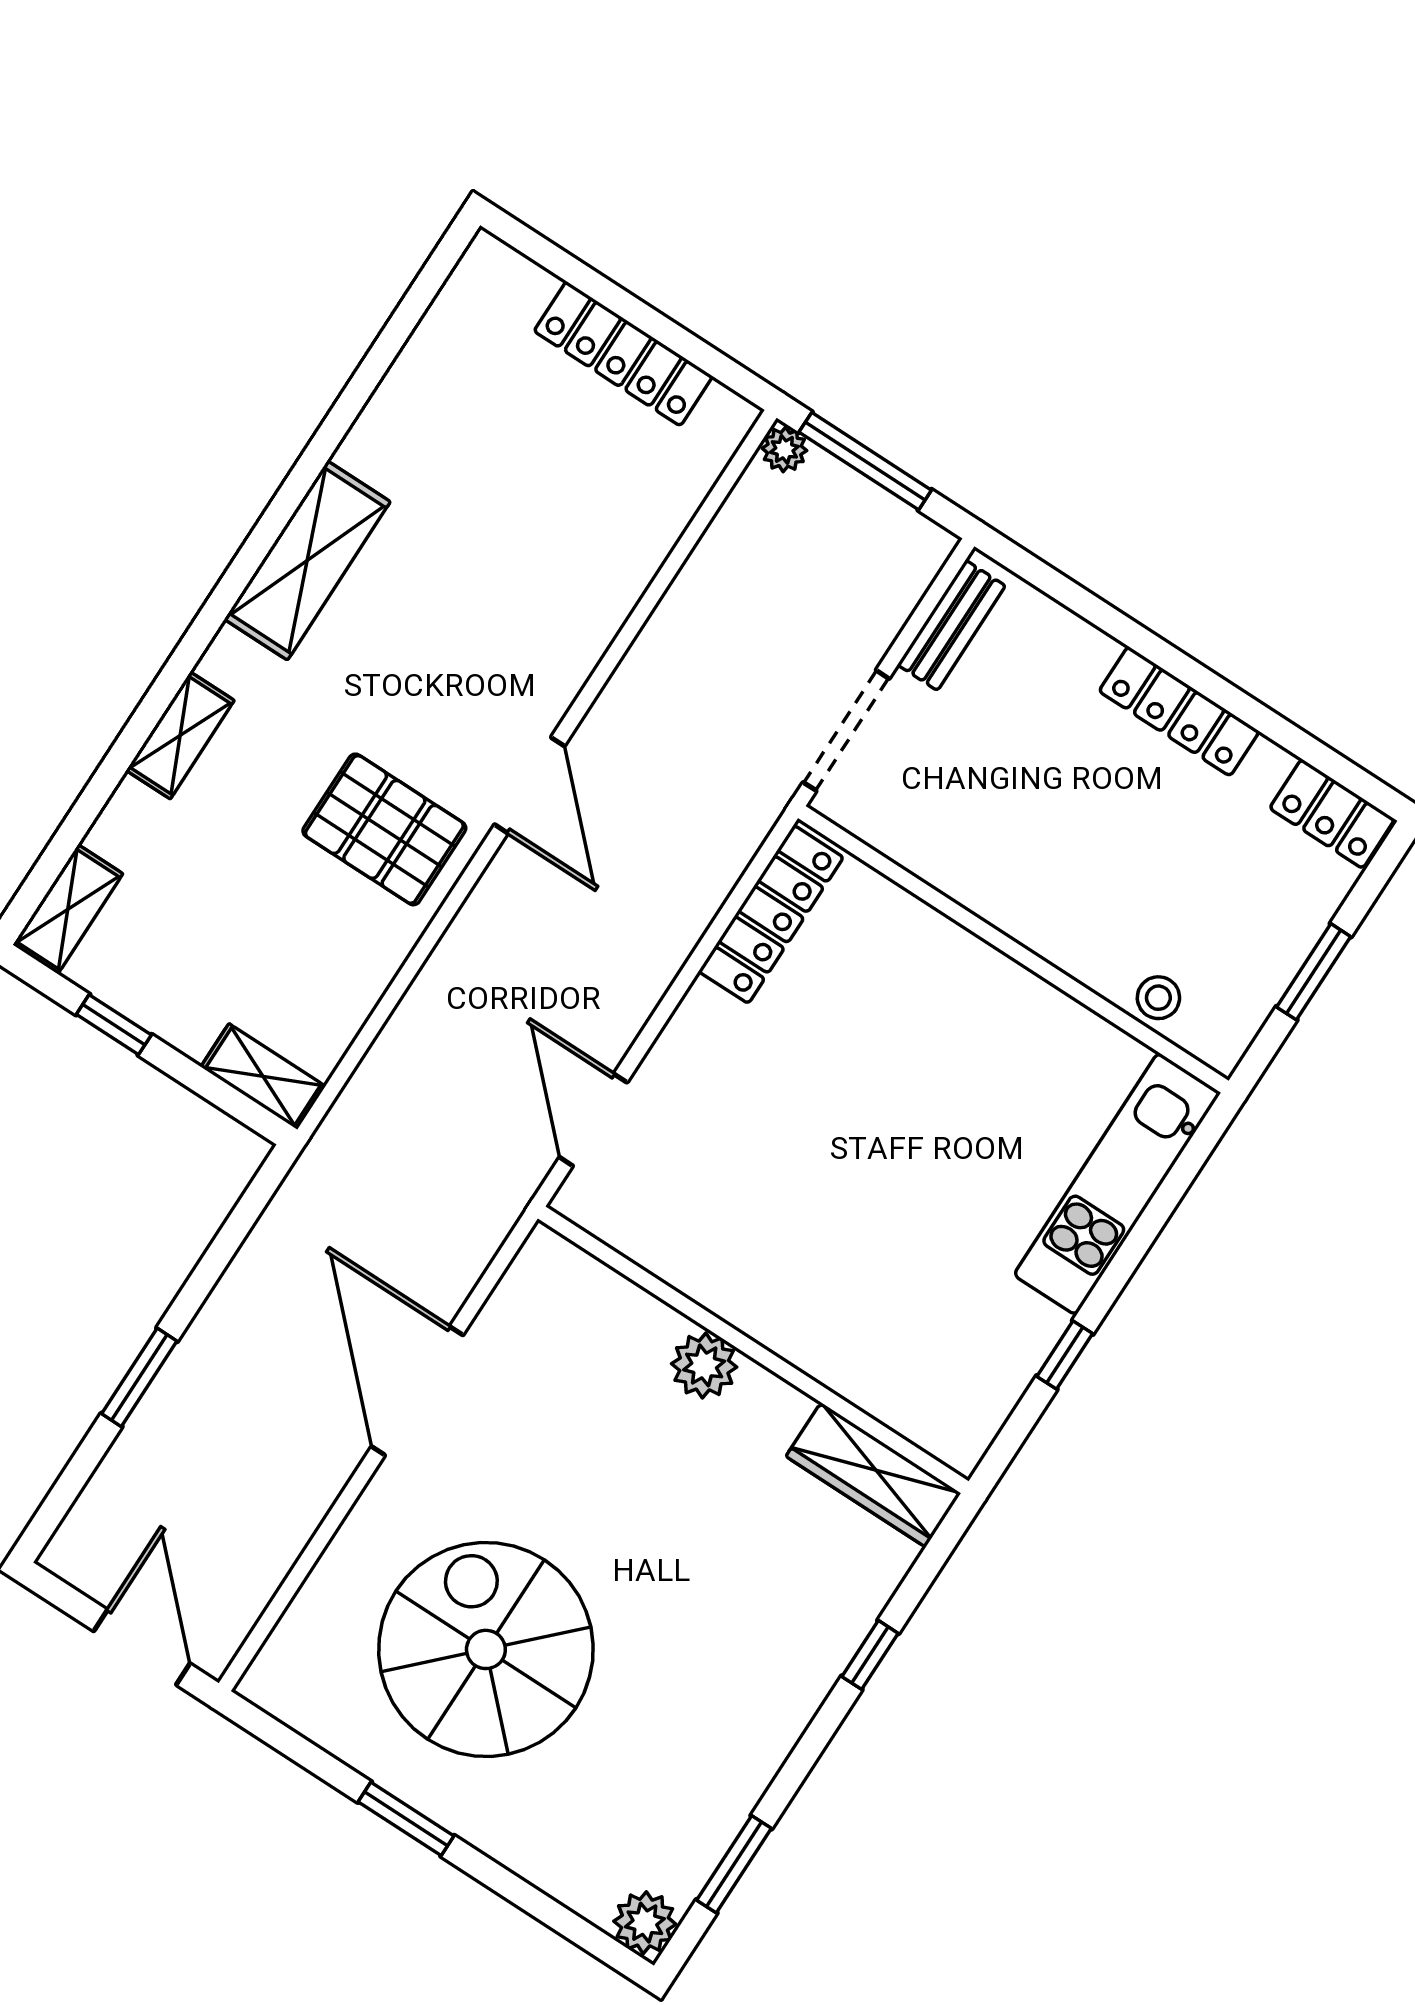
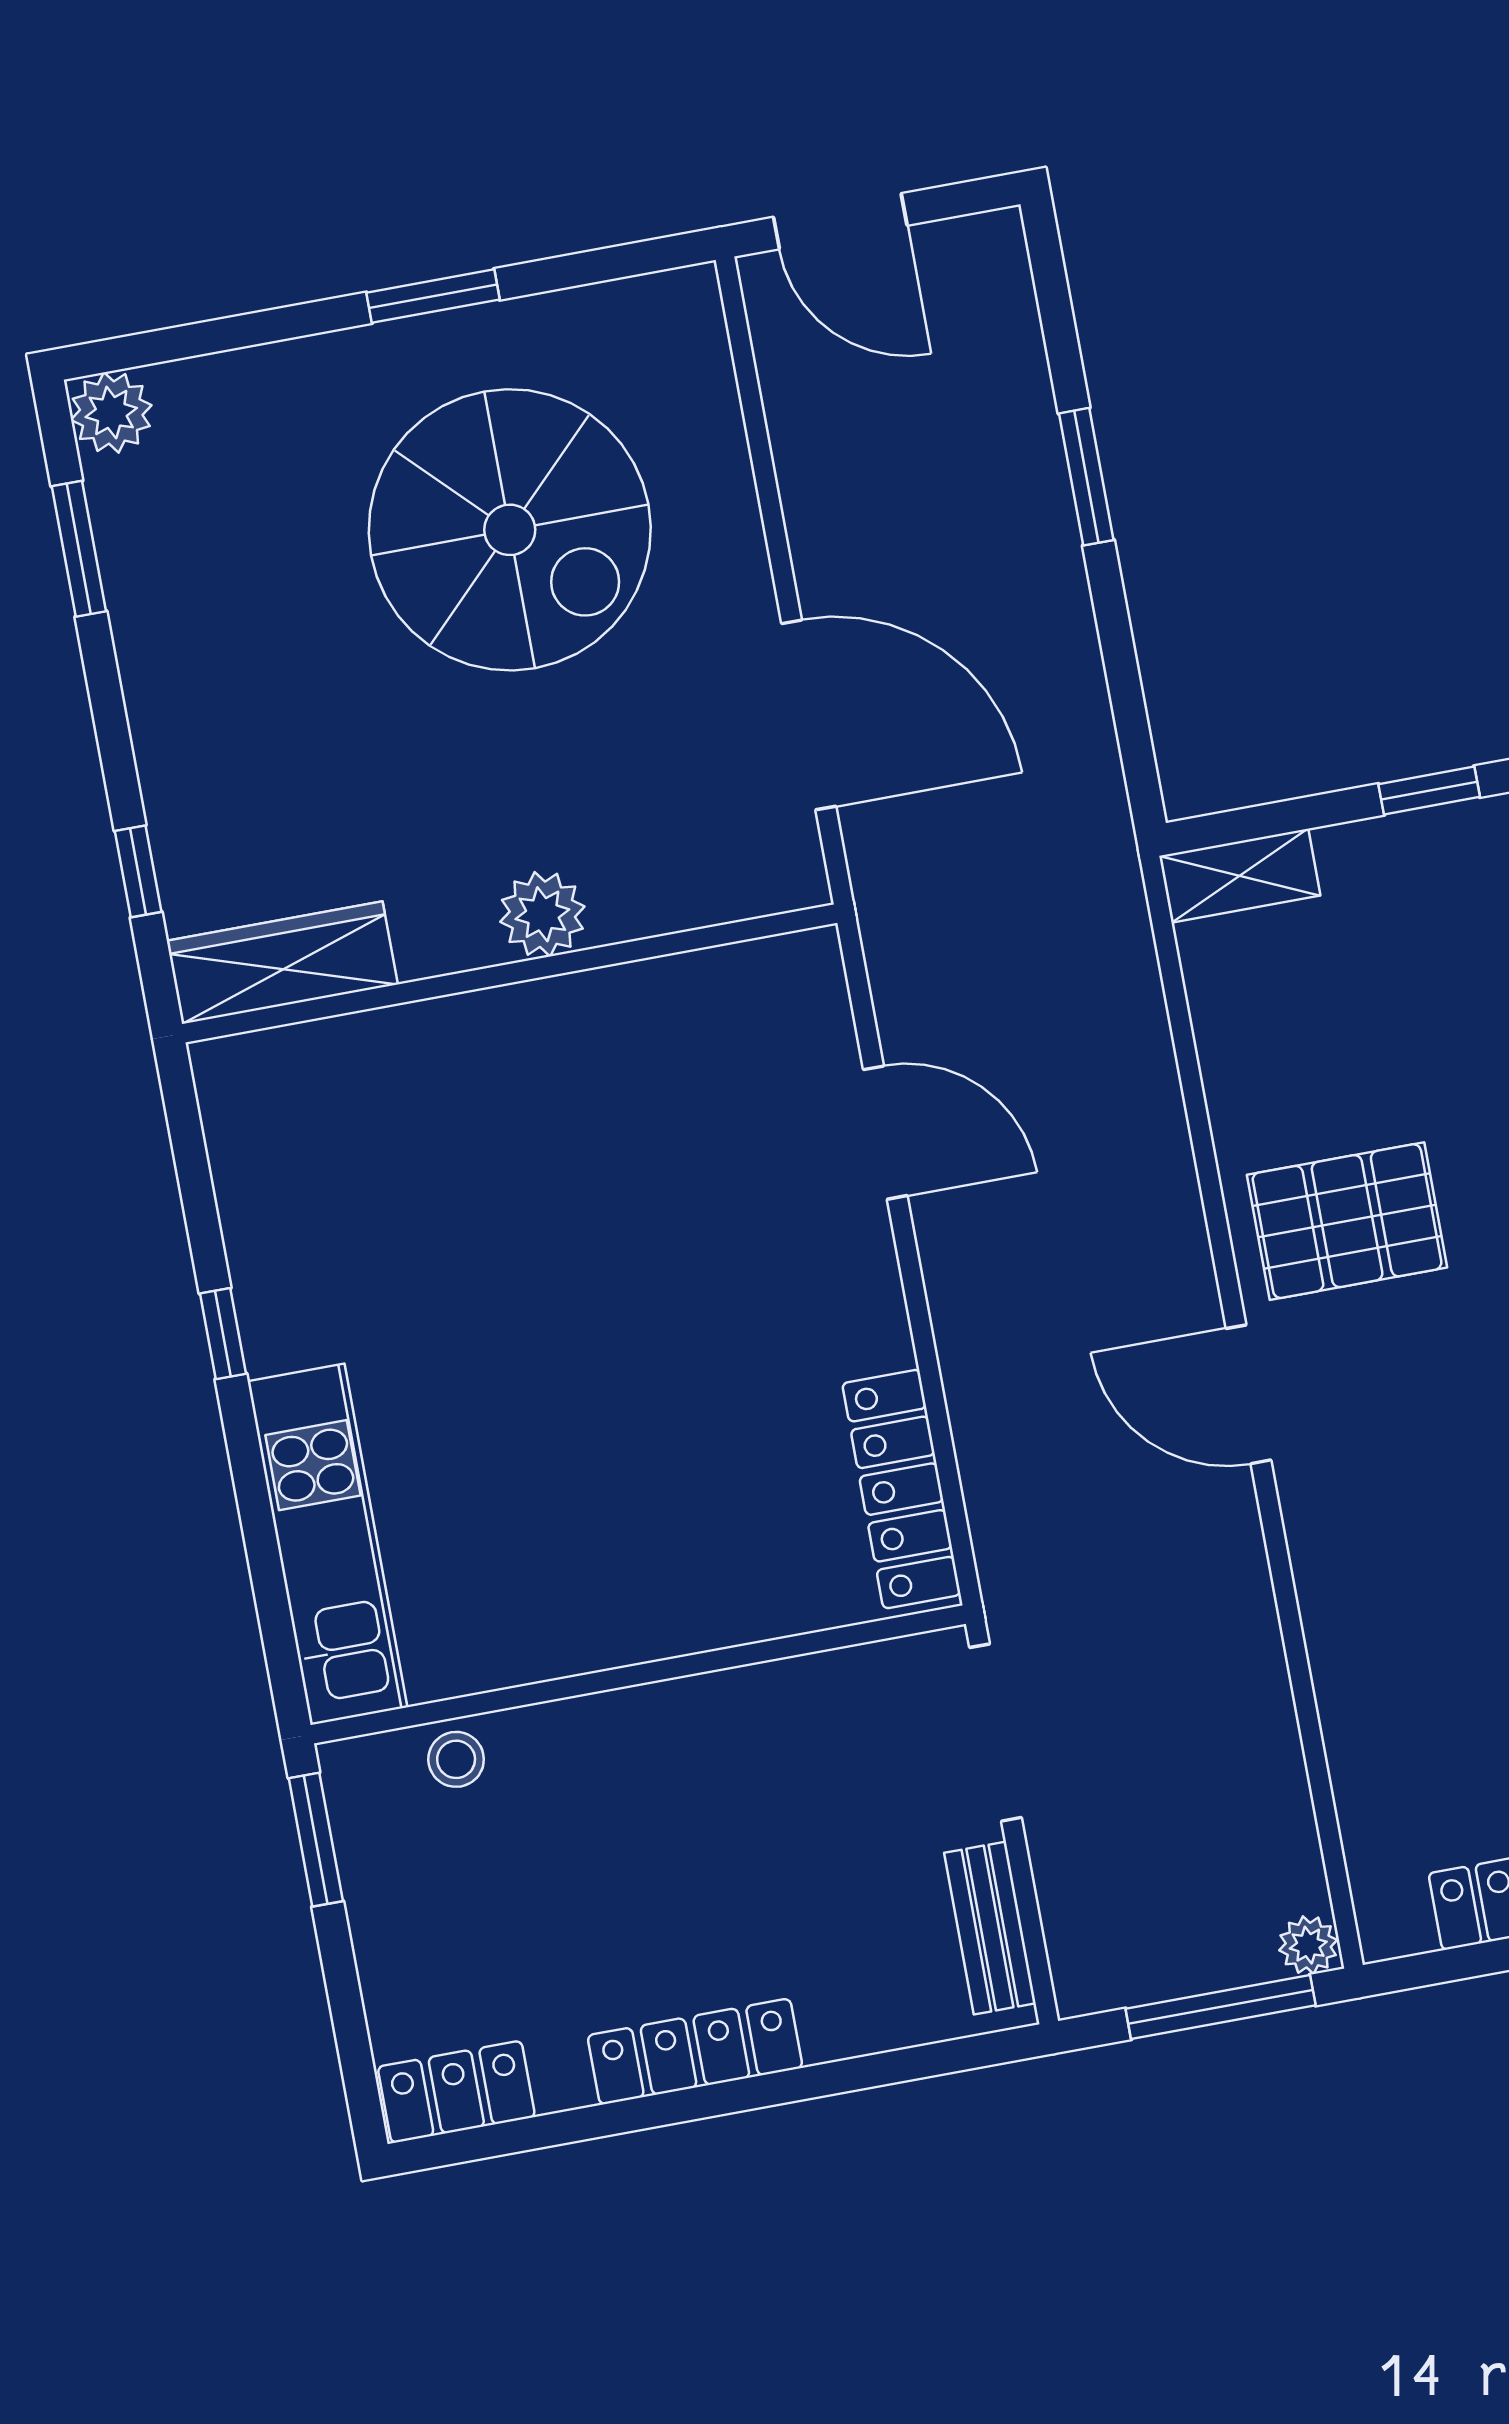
window: (1314, 972) -> (316, 1840), moved
wall: (753, 1350) -> (510, 973), moved
plant: (704, 1365) -> (542, 914), moved
wardrobe: (873, 1475) -> (282, 963), moved

